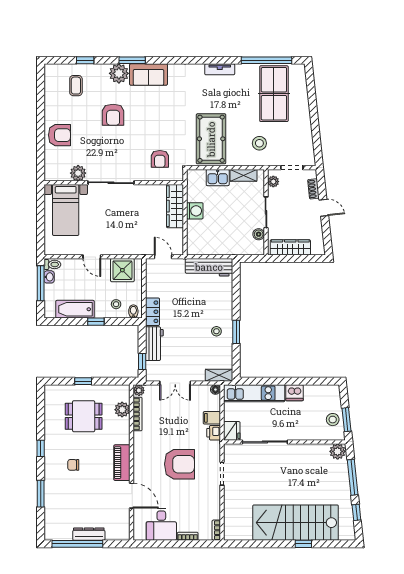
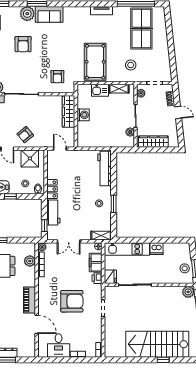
armchair: (116, 238) -> (25, 135), added
workbench: (209, 267) -> (105, 168), moved, turned 90
filing cabinet: (212, 418) -> (96, 262), width x2.00

